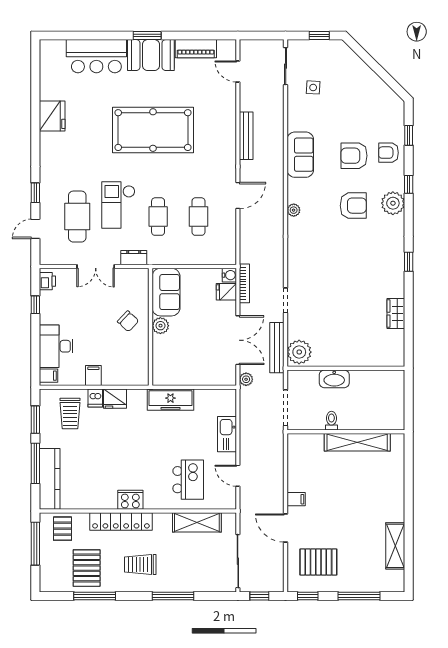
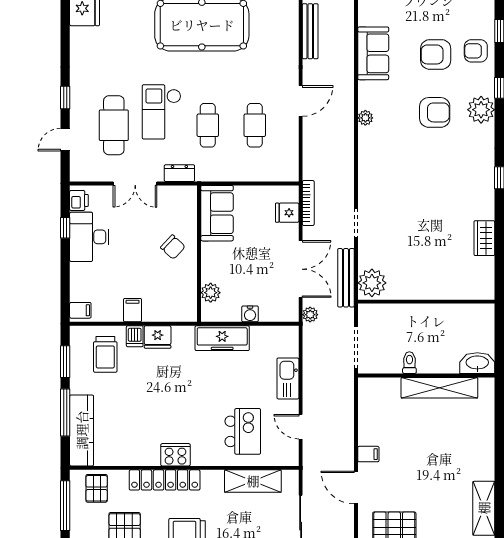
water cooler: (229, 275) -> (250, 314), moved, turned 90
plant: (160, 326) -> (211, 293), moved
desk: (56, 346) -> (89, 237), moved
washbasin: (334, 379) -> (477, 363), moved, turned 180

